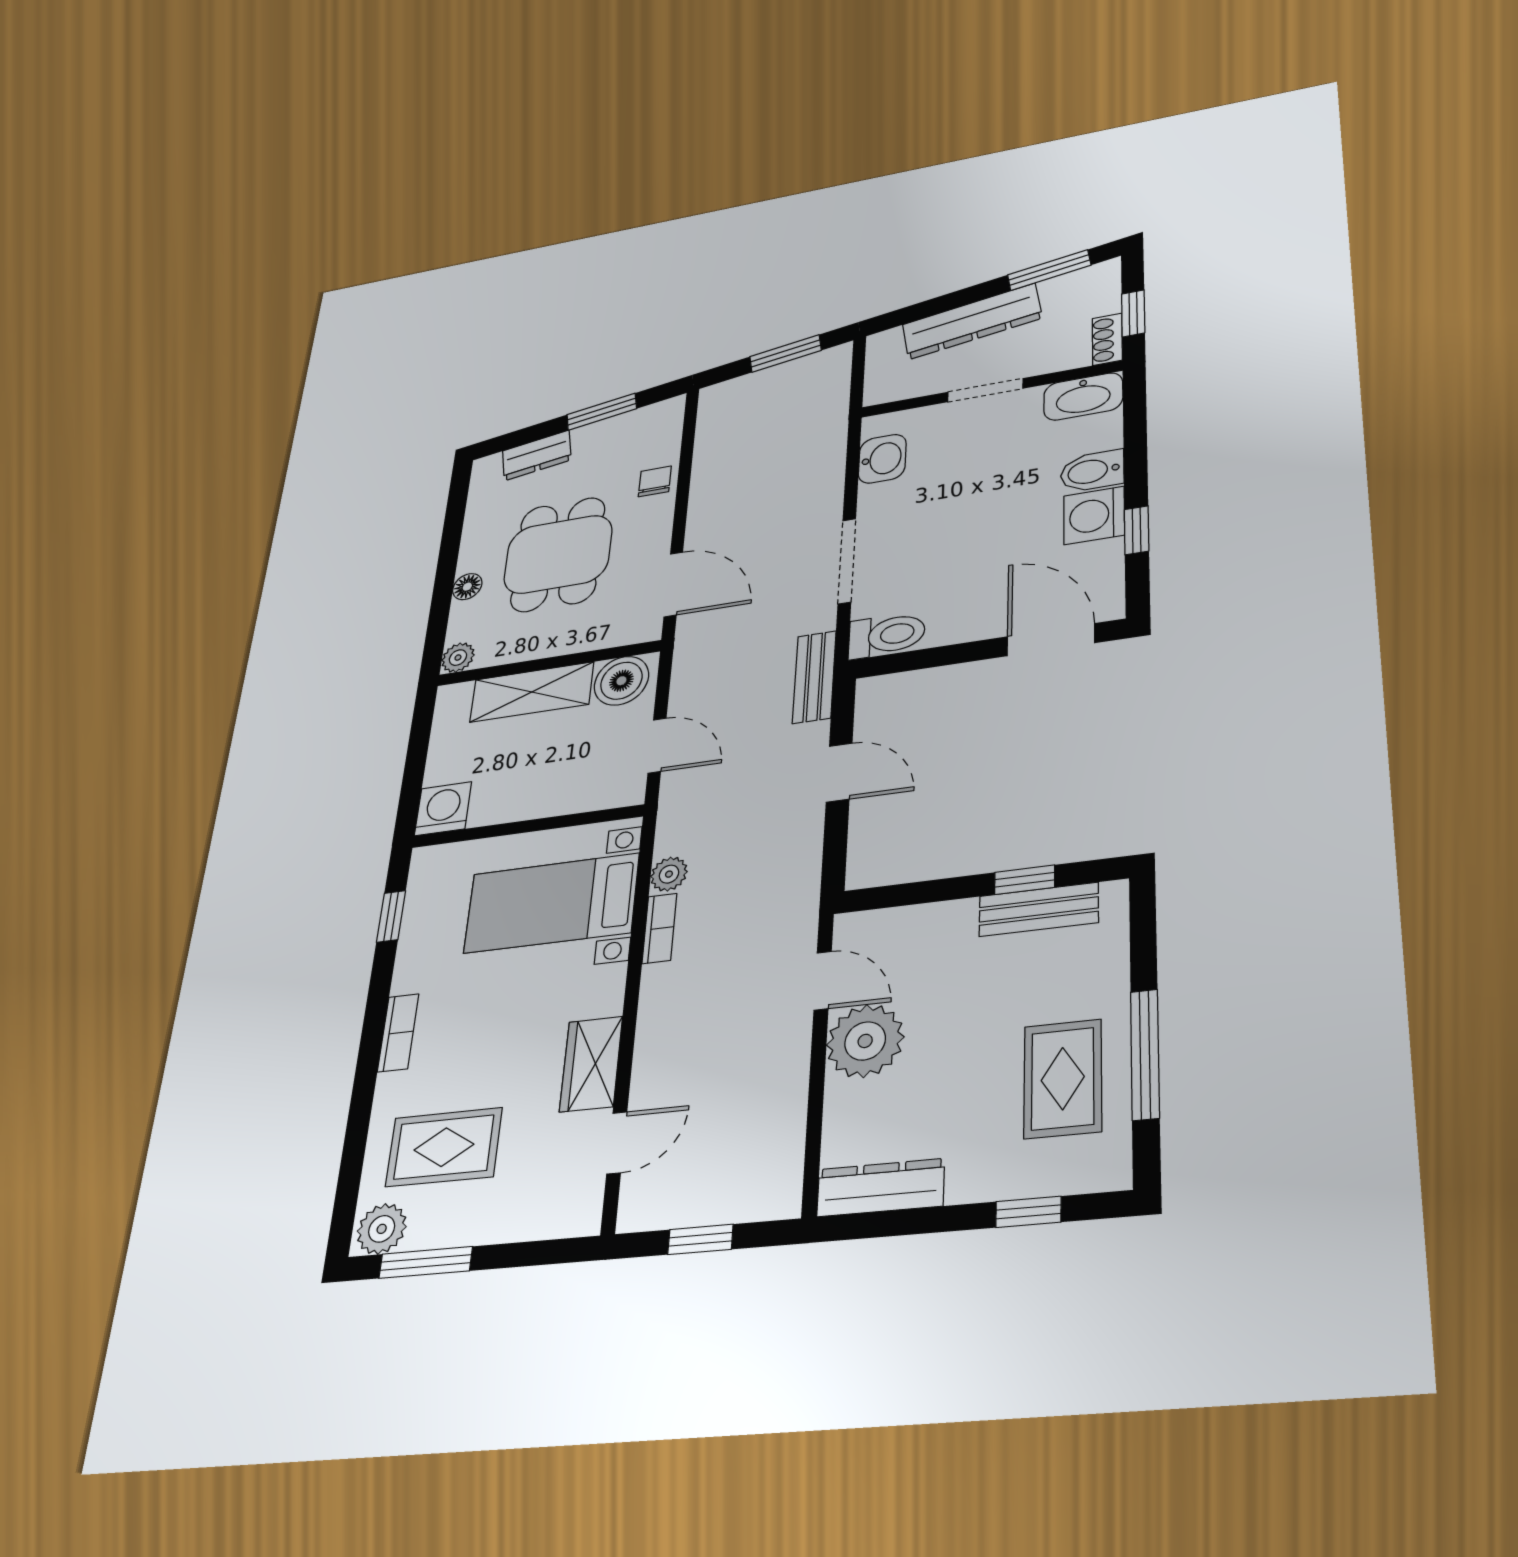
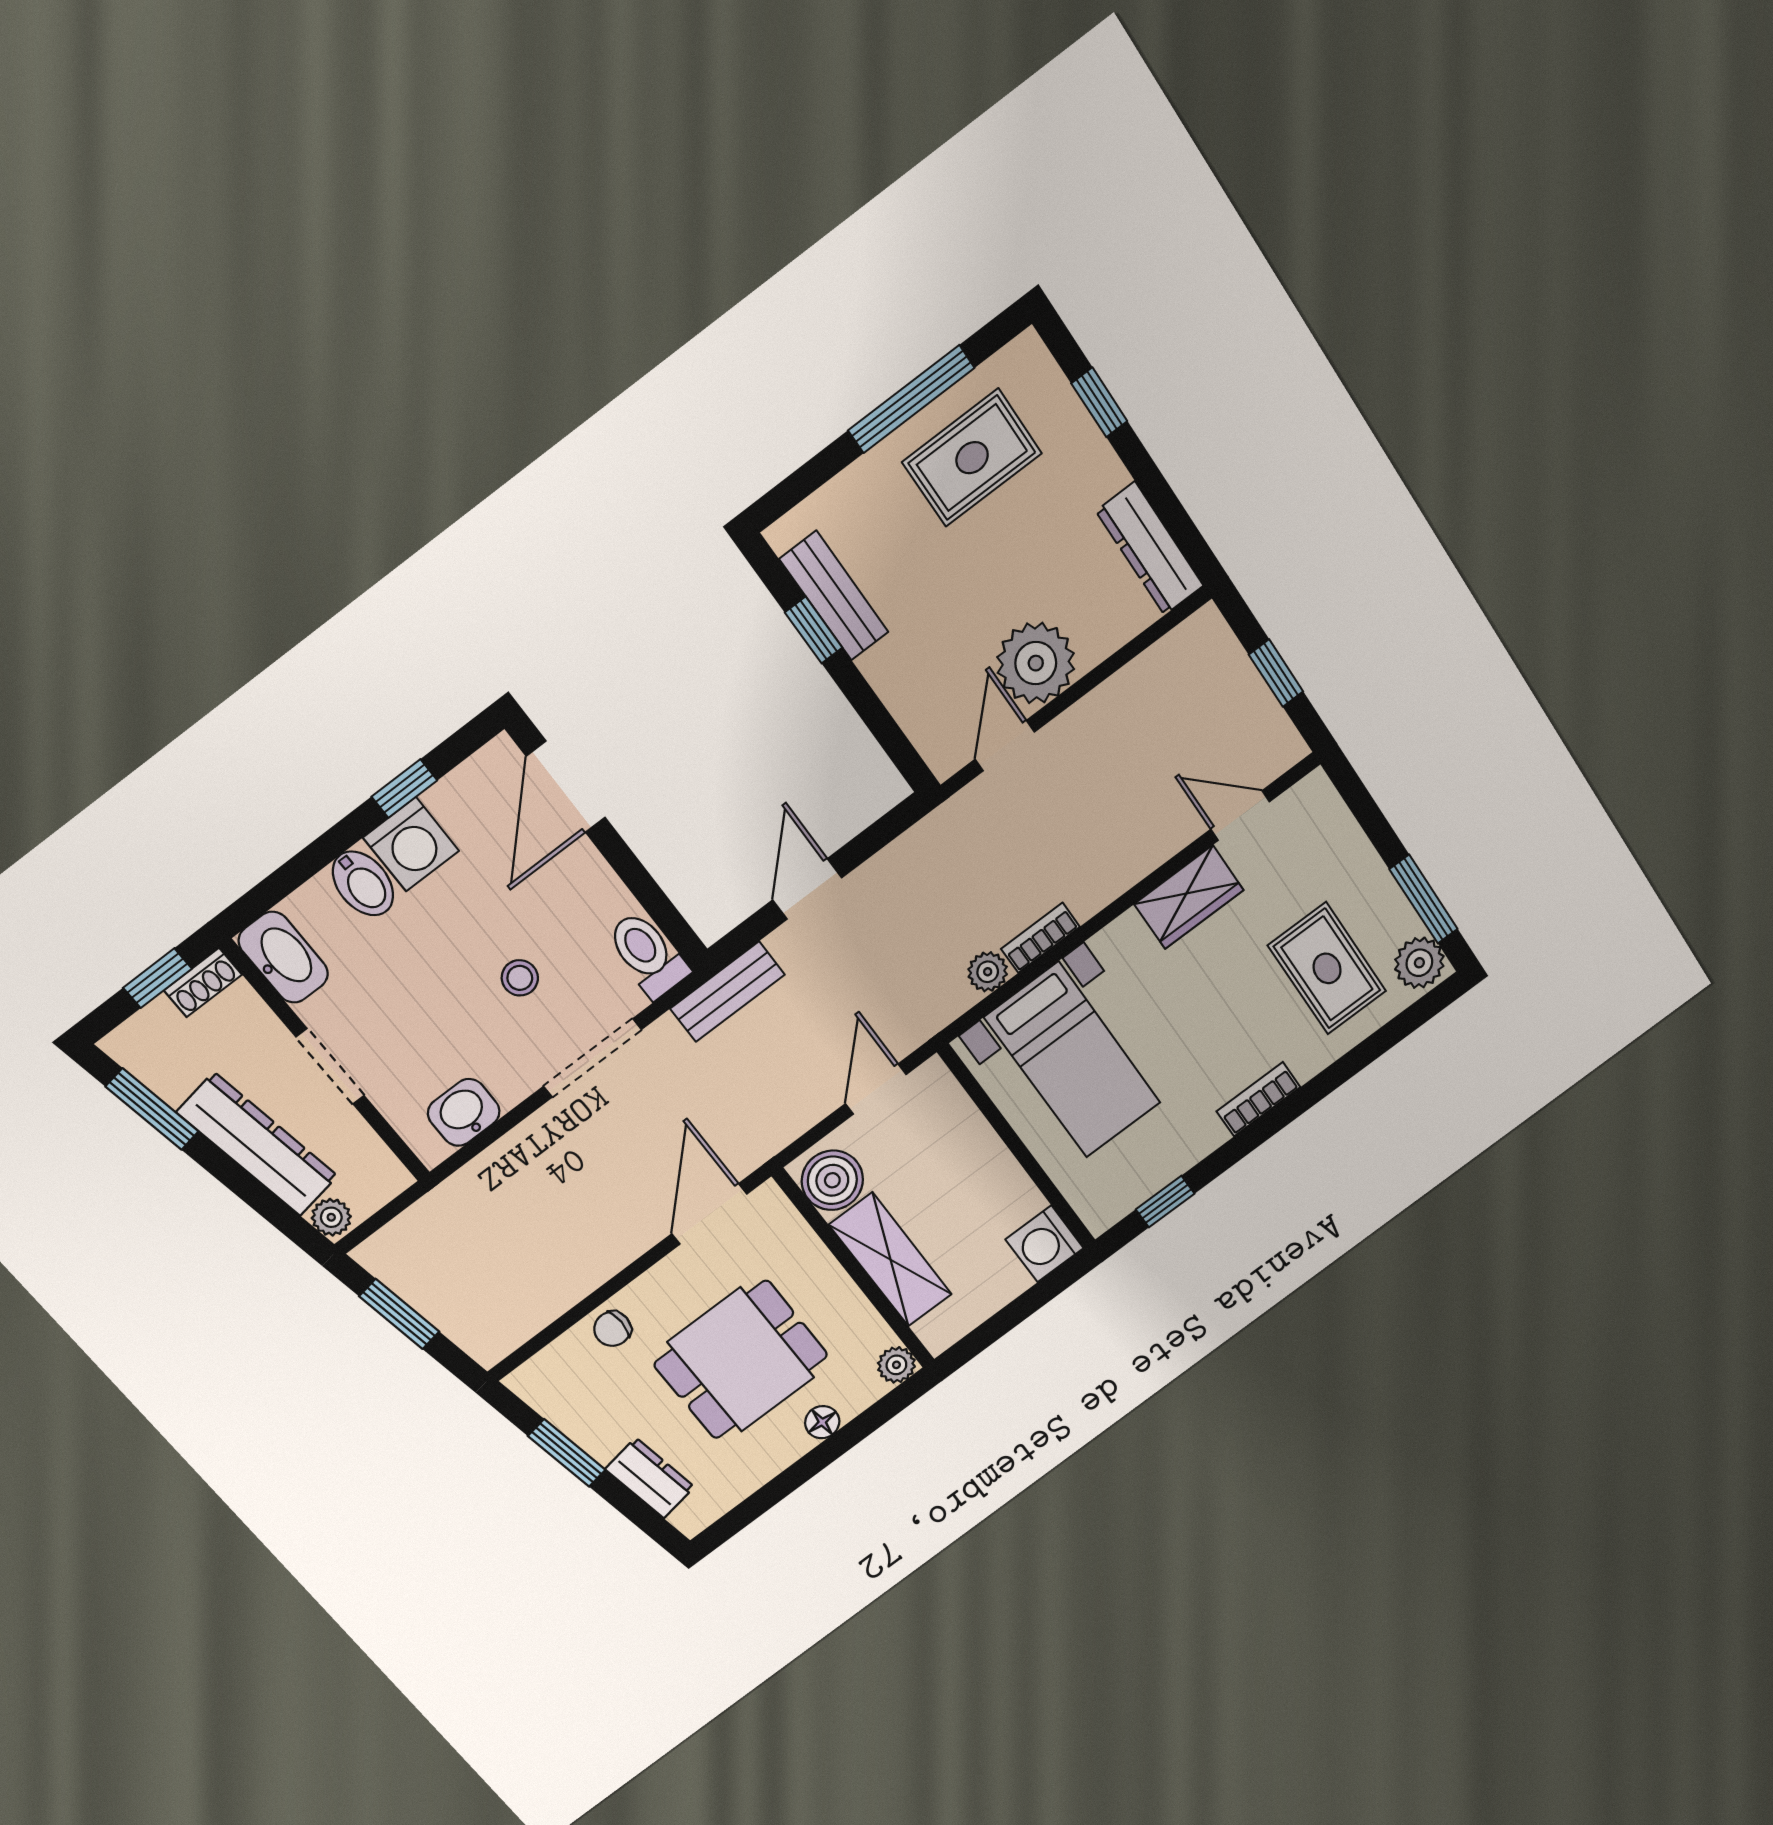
plant: (885, 343) -> (331, 1217), added
stool: (942, 541) -> (520, 978), added

